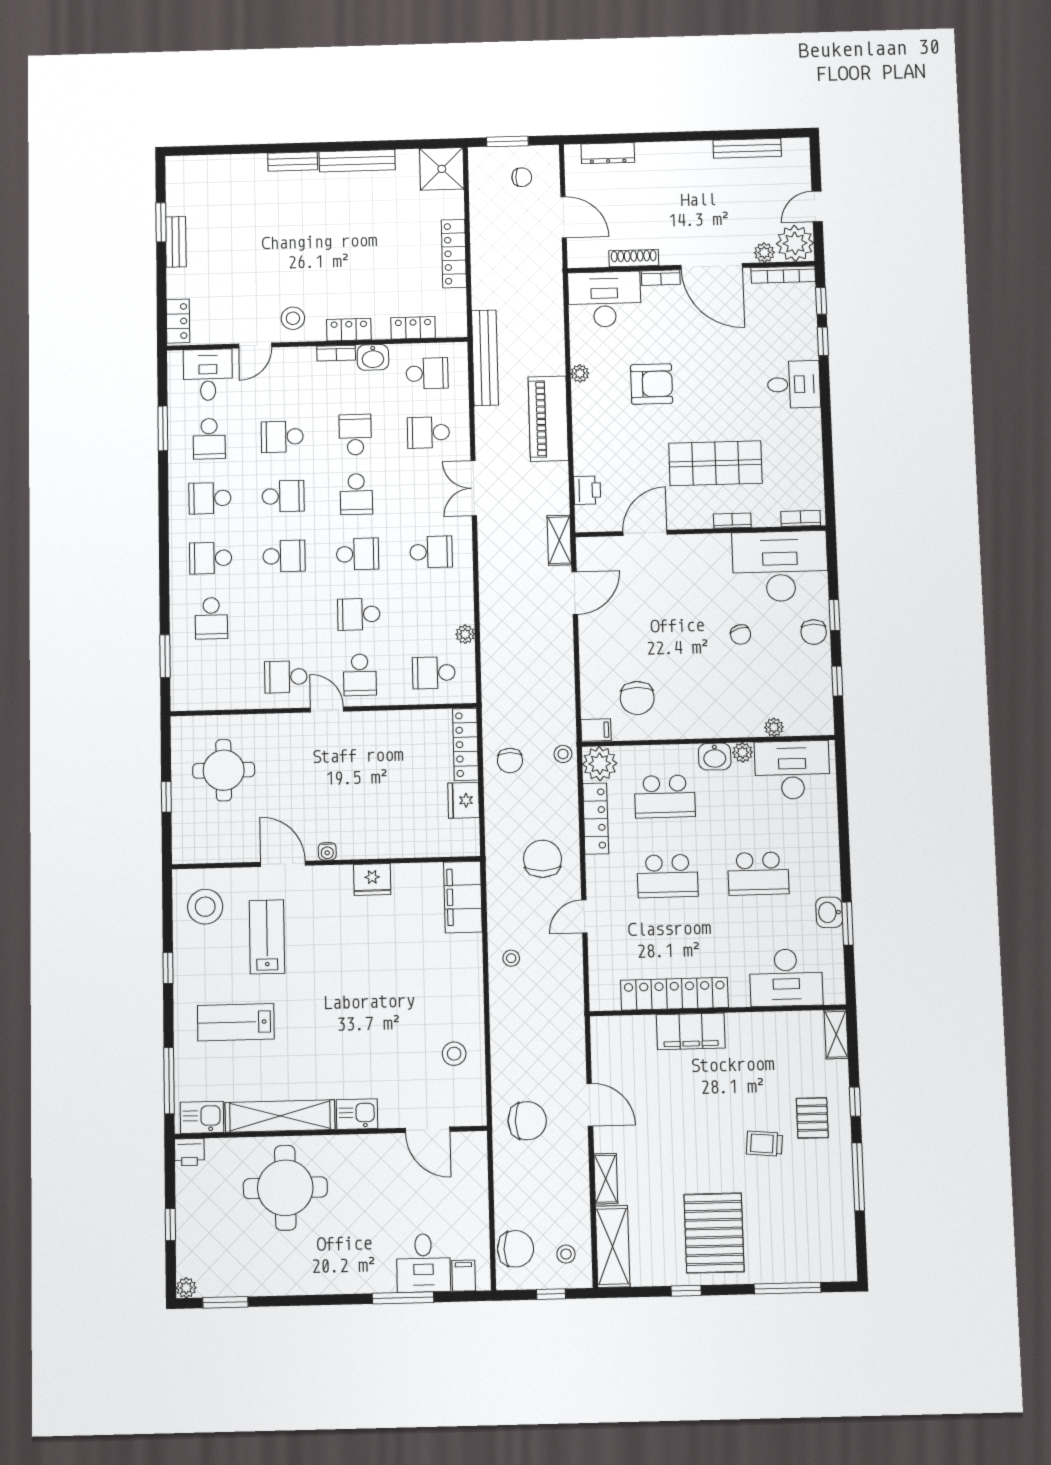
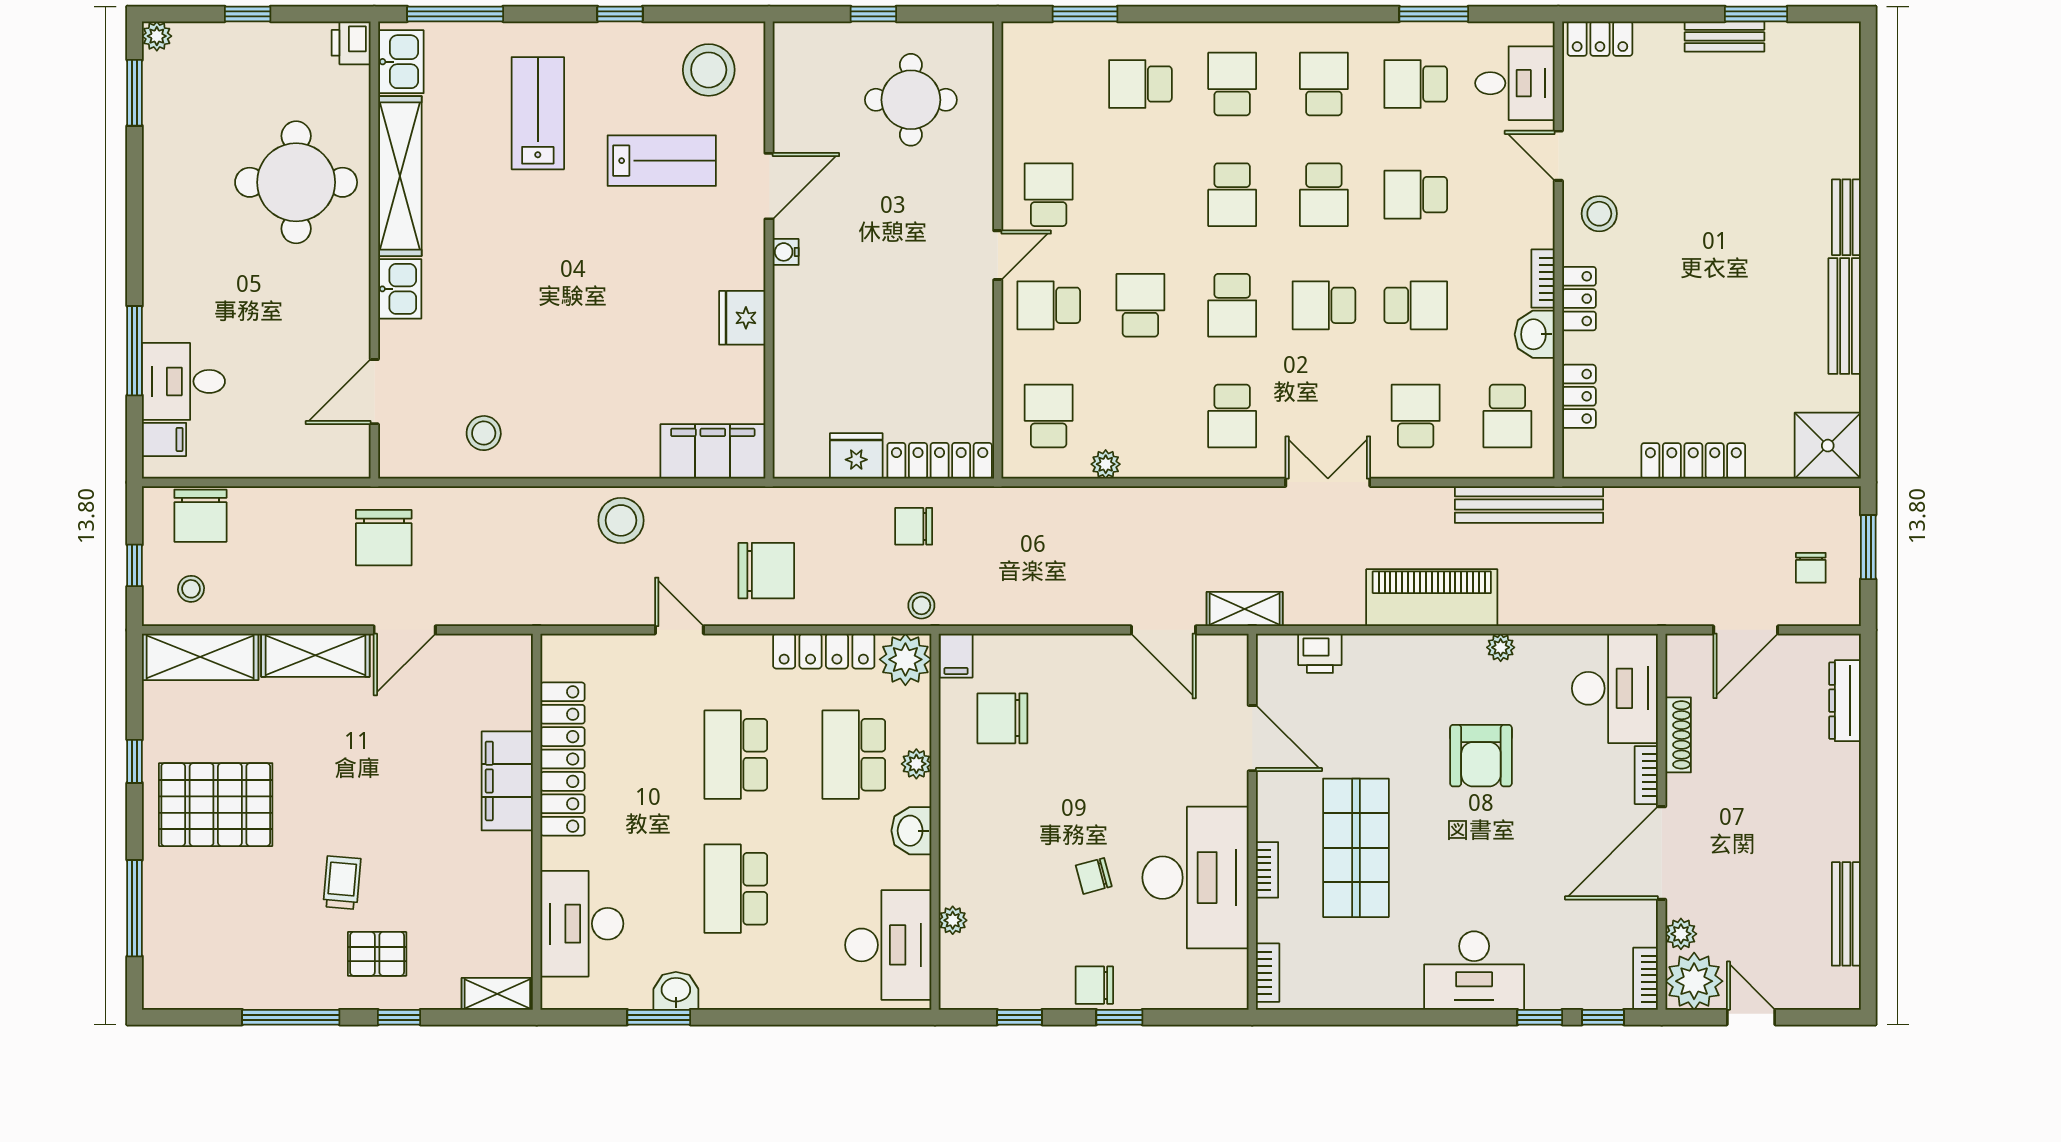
bookcase: (783, 275) -> (1646, 979), width x0.64
desk: (794, 384) -> (1474, 971), width x1.37
school desk: (282, 437) -> (1416, 195), turned -90
desk: (780, 566) -> (1195, 878), moved
plant: (743, 752) -> (916, 764), moved
stool: (511, 958) -> (621, 520), width x1.89, depth x1.89
shelving: (606, 1179) -> (315, 655), width x1.50, depth x1.33

